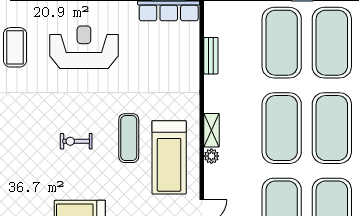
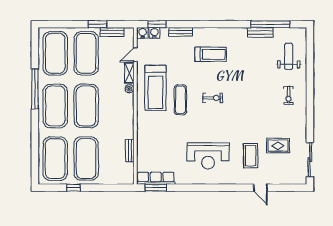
shelving: (212, 130) -> (129, 73), moved
treadmill: (169, 157) -> (155, 88), turned 180

